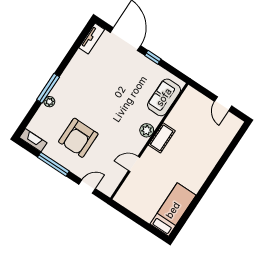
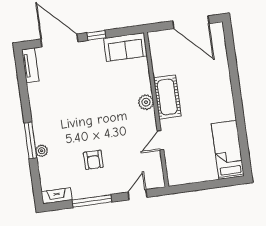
sofa: (164, 97) -> (125, 47), moved, turned -90
door: (223, 104) -> (191, 22), width x1.88
armchair: (78, 138) -> (93, 160), width x0.53, depth x0.53
cot: (162, 138) -> (167, 97), width x1.37, depth x1.34

